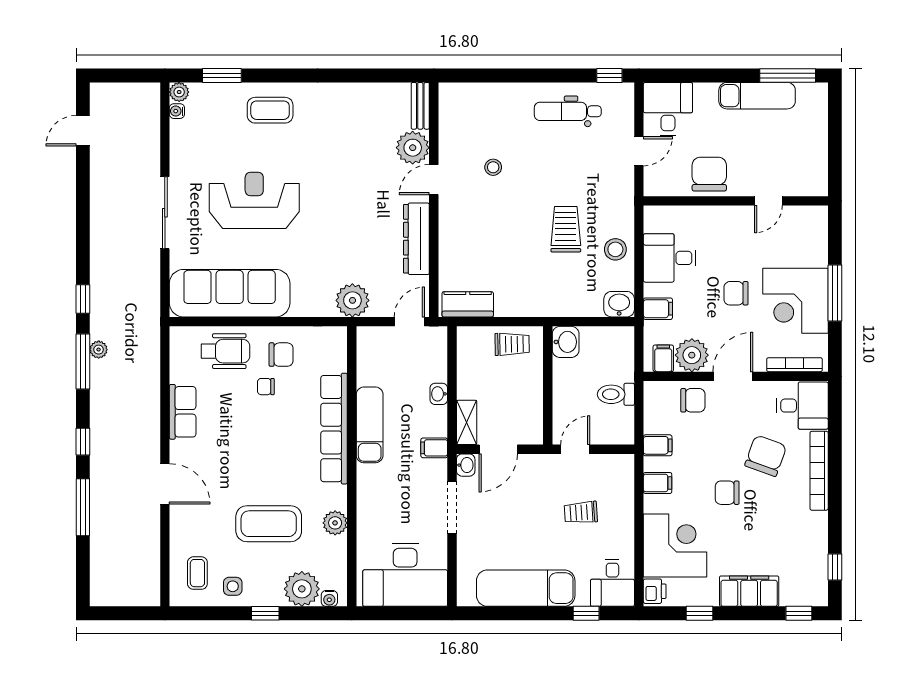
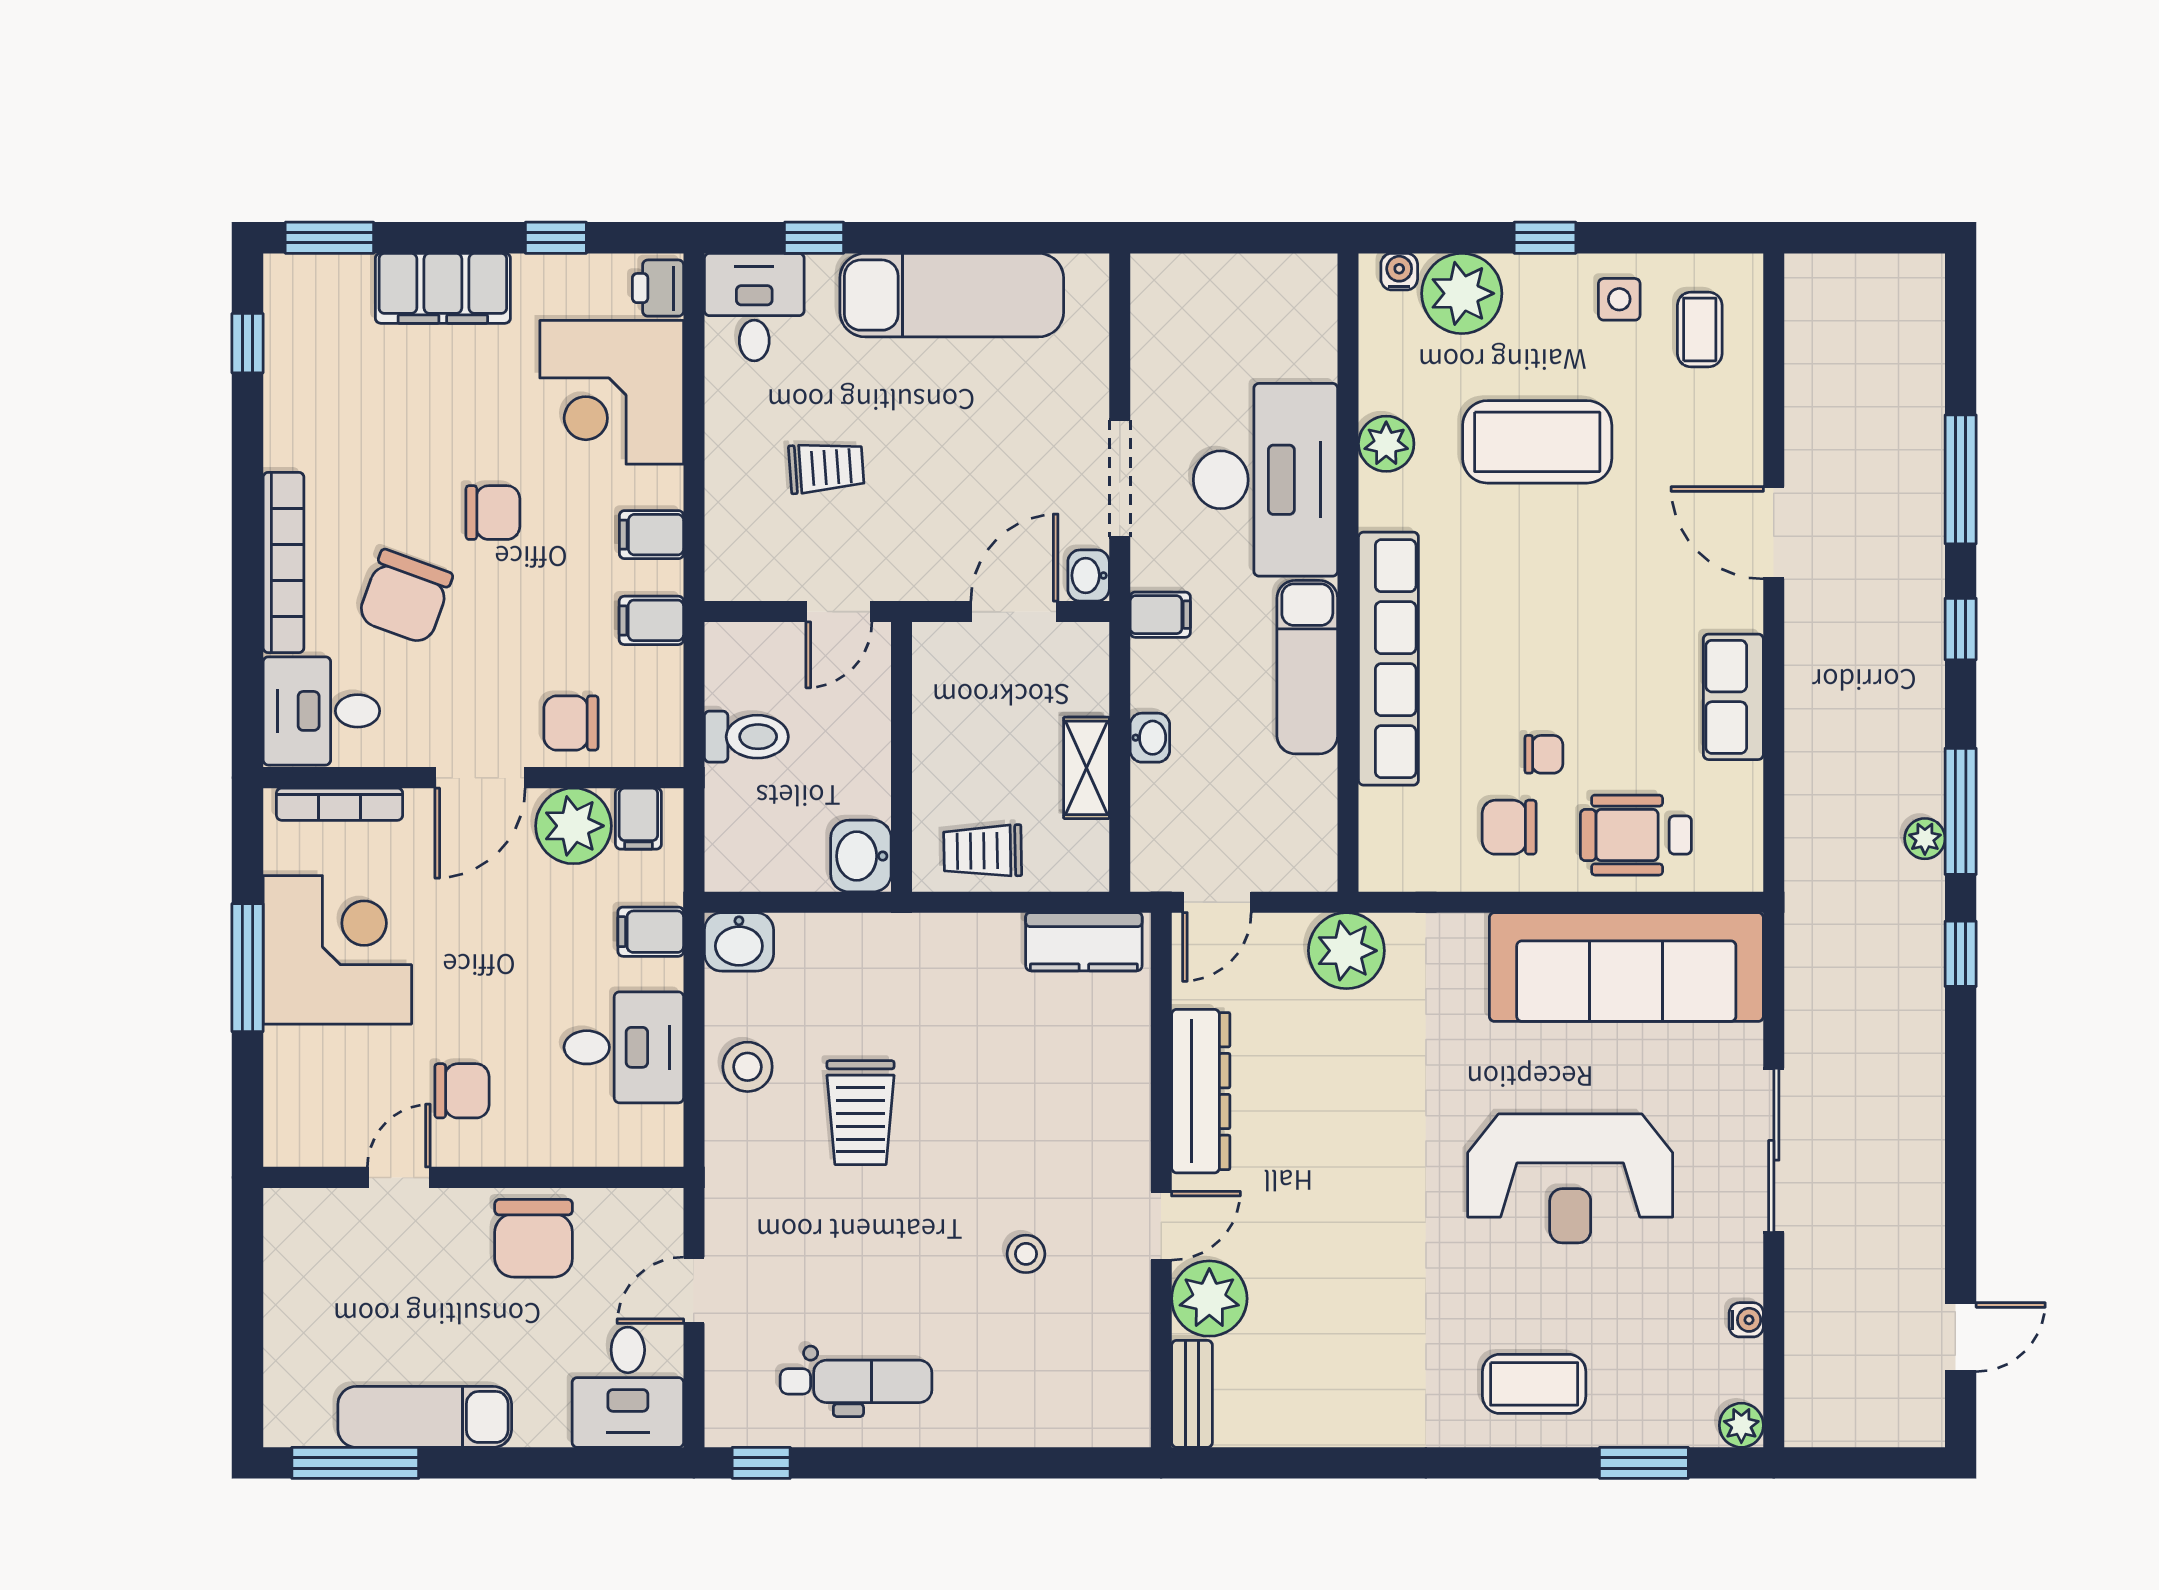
water cooler: (177, 111) -> (1746, 1320), moved
chair: (736, 293) -> (462, 1091), moved
shelving: (467, 422) -> (1086, 768), moved
desk: (405, 575) -> (1265, 480), moved, turned 90
window: (799, 613) -> (329, 238), width x1.50

